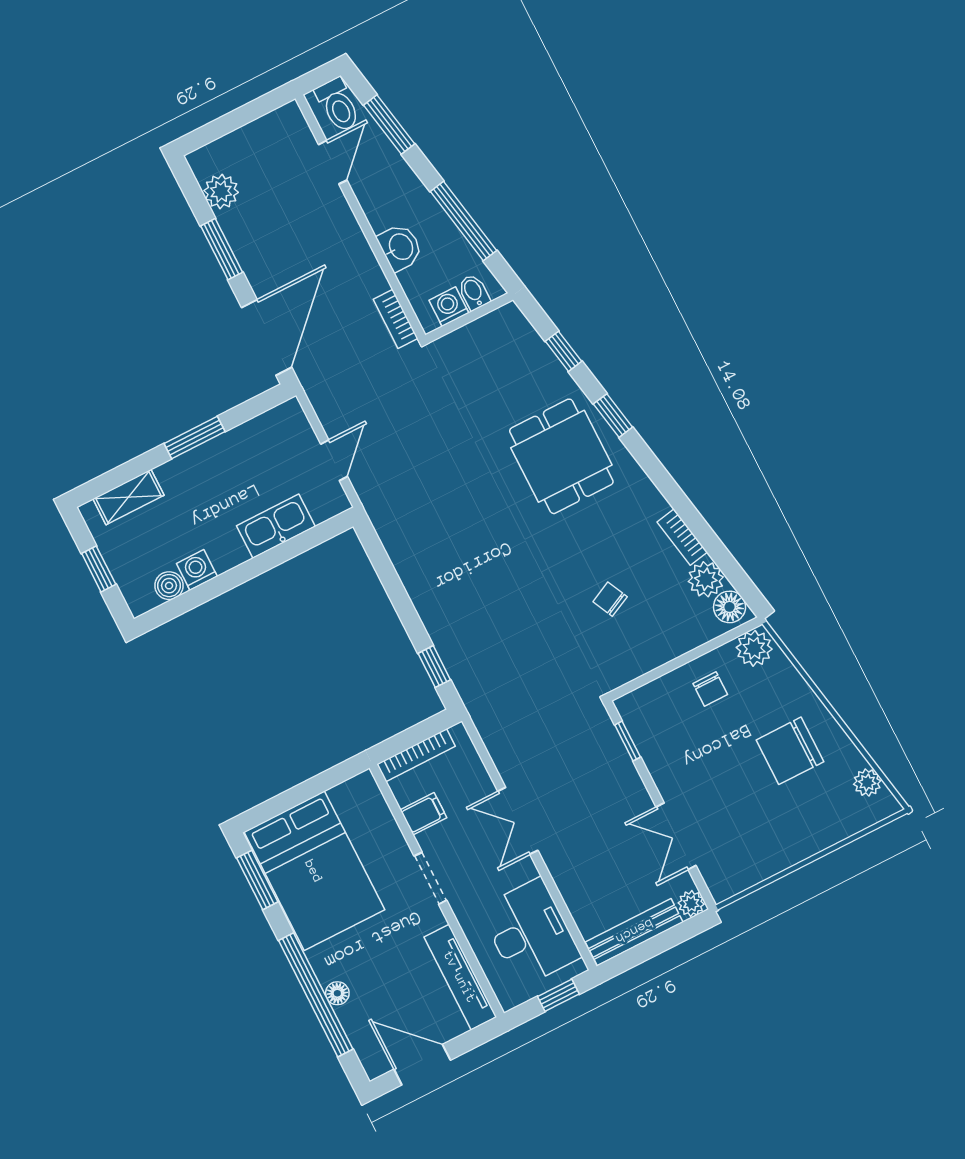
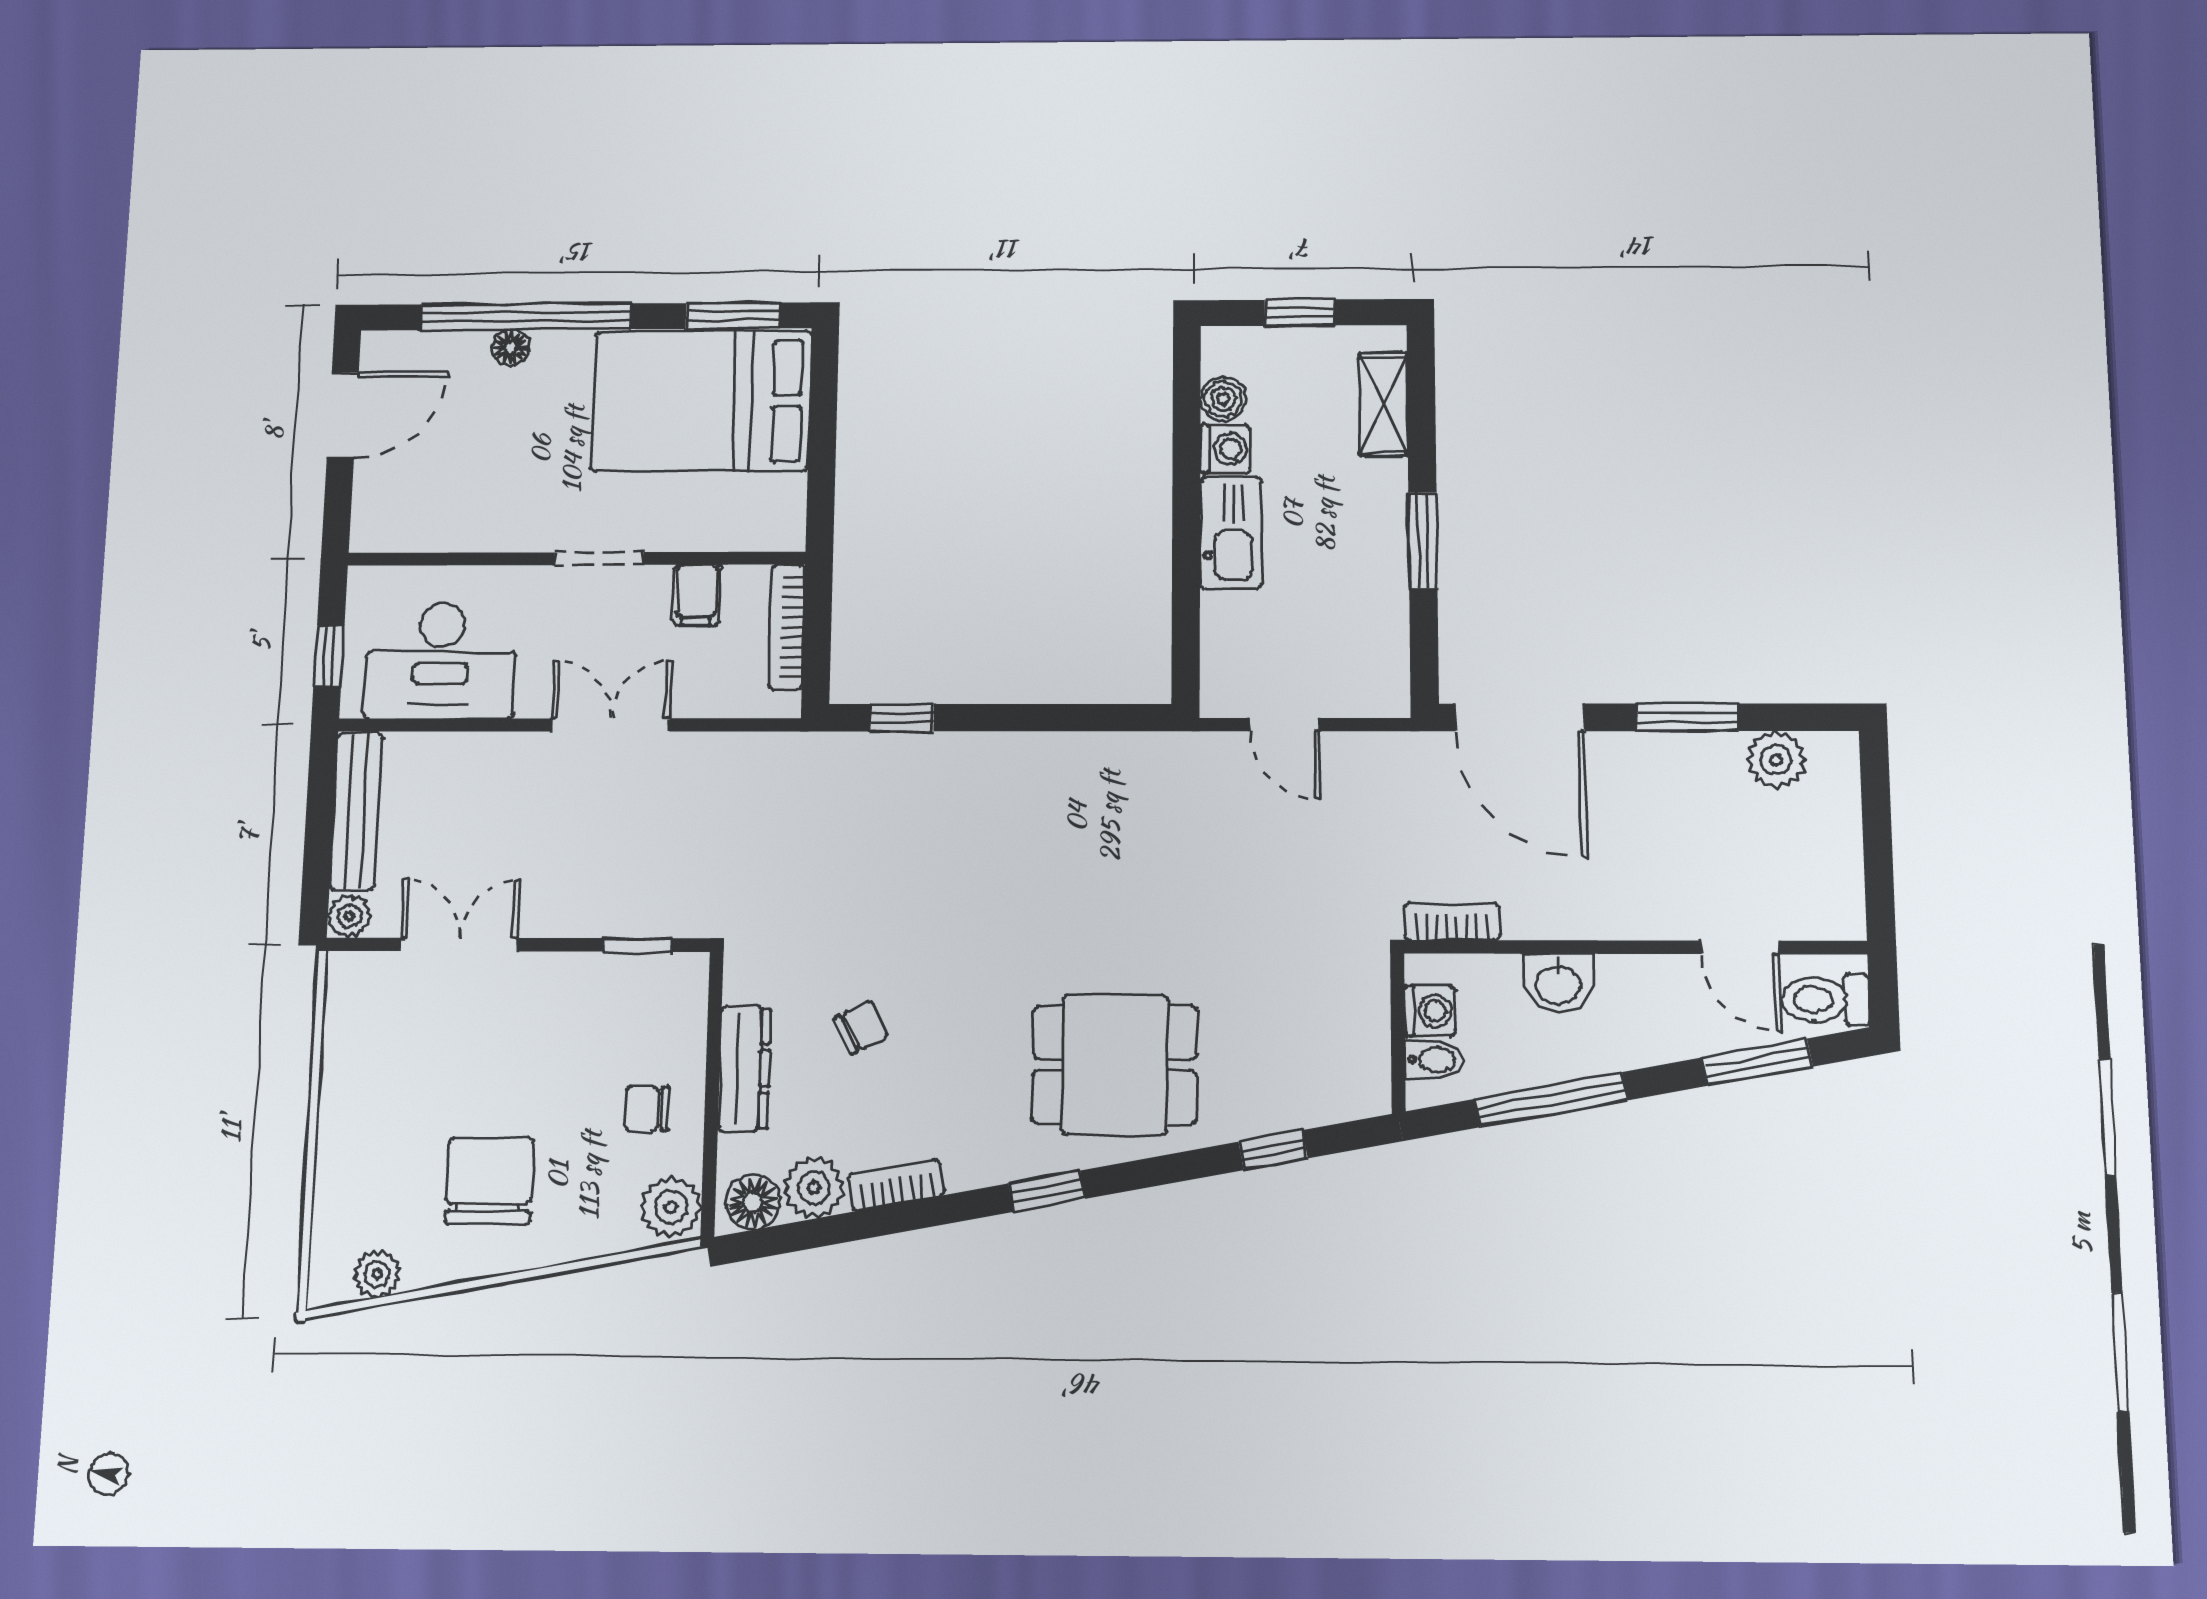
window: (613, 416) -> (1047, 1191), moved
kitchen sink: (276, 526) -> (1231, 533), moved
dresser: (663, 649) -> (744, 1068), added
tv unit: (460, 977) -> (435, 530), removed

